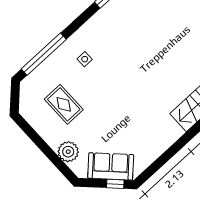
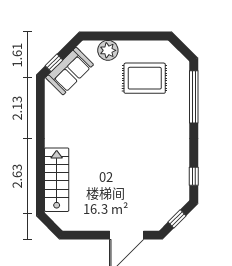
side table: (85, 59) -> (163, 123), removed
rug: (64, 104) -> (145, 78), width x1.36, depth x1.43

